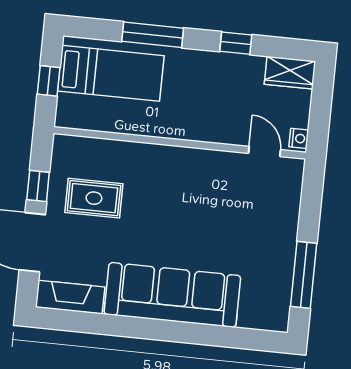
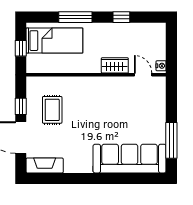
wardrobe: (290, 73) -> (115, 65), moved, turned 180
rug: (94, 198) -> (52, 110), turned 90
sofa: (172, 295) -> (130, 159), moved

